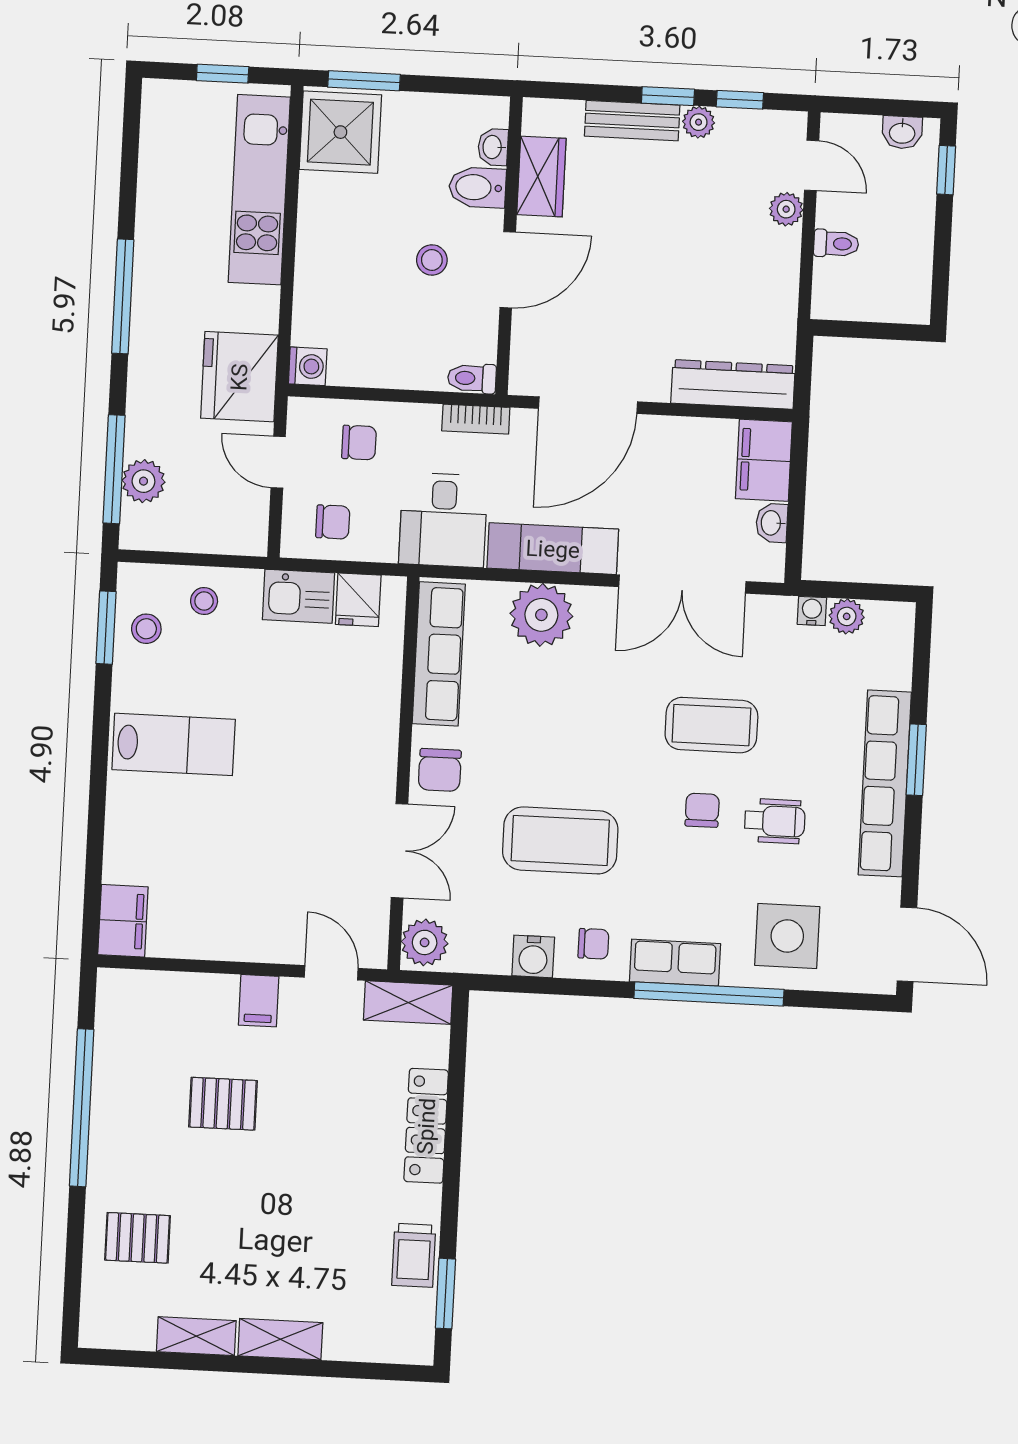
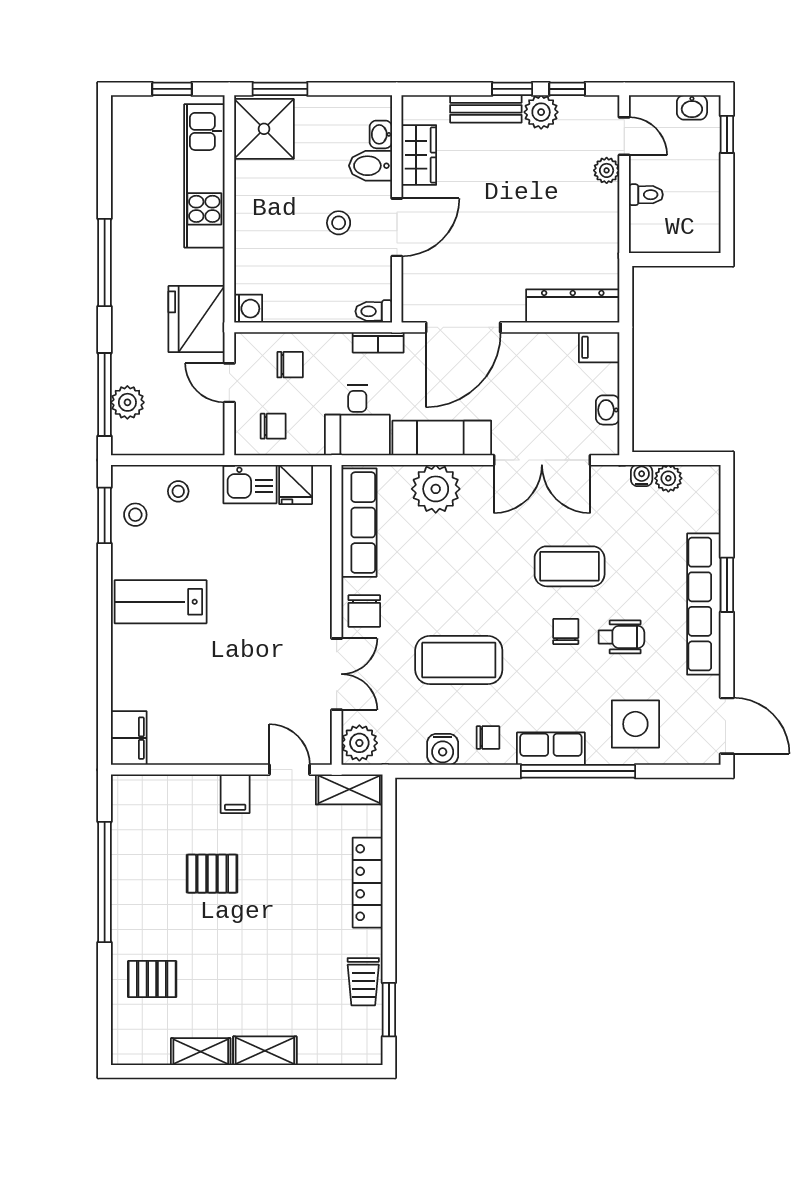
plant: (699, 122) -> (541, 112), width x1.38, depth x1.38
filing cabinet: (764, 460) -> (599, 347), width x0.50
lab bench: (174, 744) -> (161, 602), turned 180

